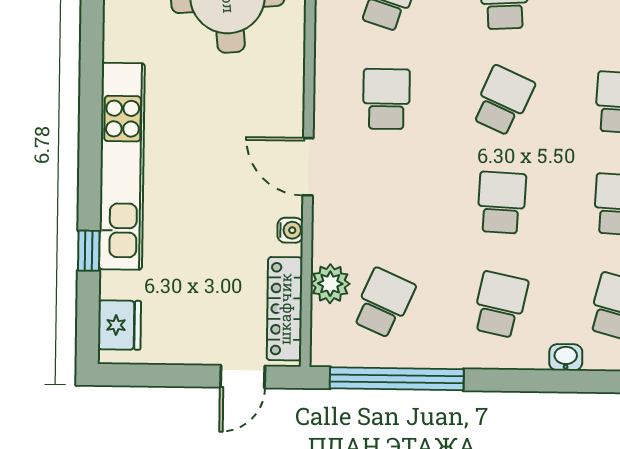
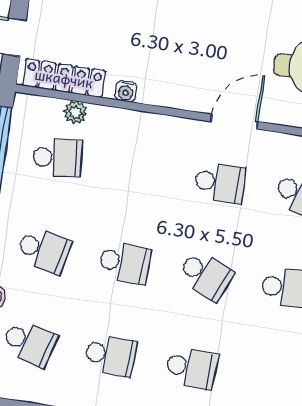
door: (308, 167) -> (234, 122), moved
plant: (330, 284) -> (75, 112), width x0.73, depth x0.73
school desk: (384, 303) -> (58, 158), turned -30

